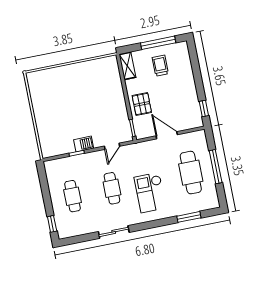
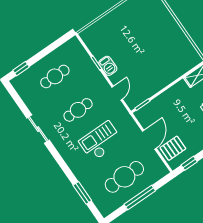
pallet: (142, 104) -> (173, 148), moved
door: (112, 146) -> (117, 93), swing flipped
checkout: (150, 193) -> (101, 141), moved

